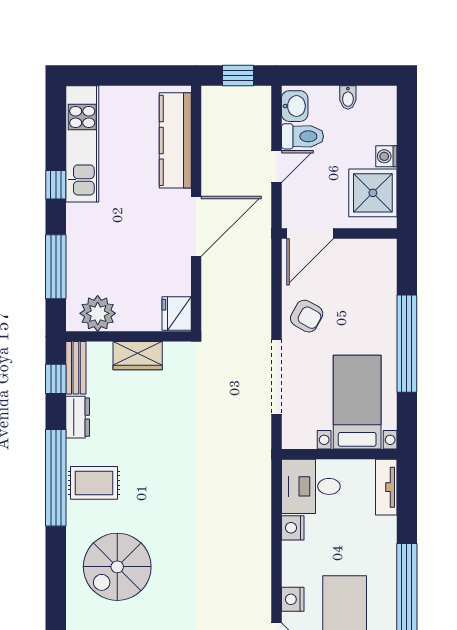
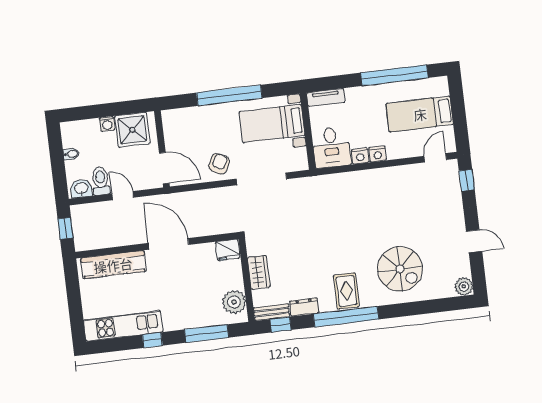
nightstand: (293, 599) -> (378, 154), moved

